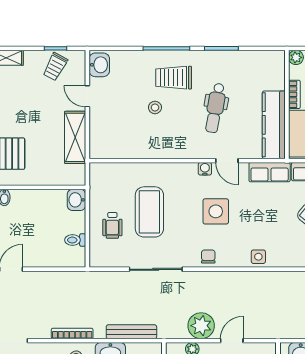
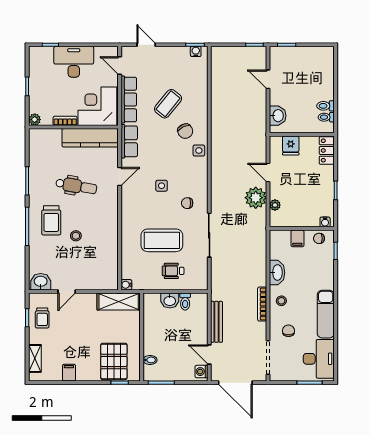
trolley: (55, 67) -> (42, 318), turned 62
shelving: (75, 137) -> (119, 302), moved
water cooler: (205, 169) -> (126, 285), moved
washbasin: (76, 200) -> (170, 301), moved
side table: (216, 211) -> (162, 186), width x0.54, depth x0.54
wheelchair: (112, 225) -> (173, 271), turned 180
chair: (282, 240) -> (185, 131), added
chair: (208, 256) -> (187, 203), moved
bench: (131, 332) -> (216, 322), moved

